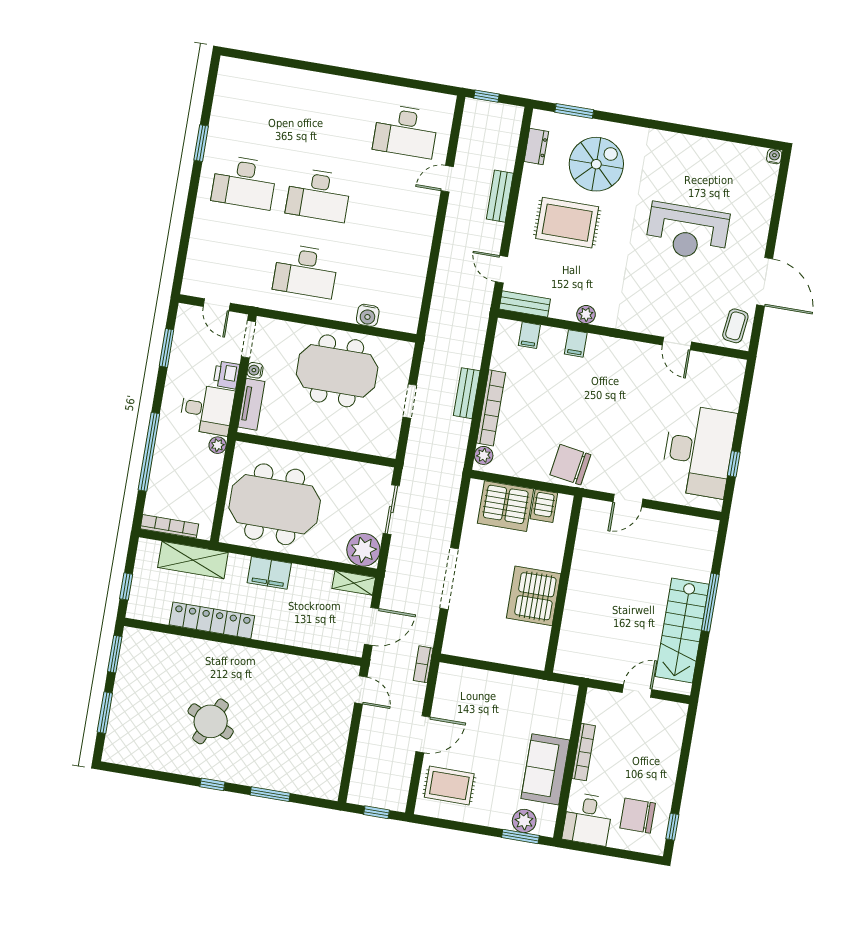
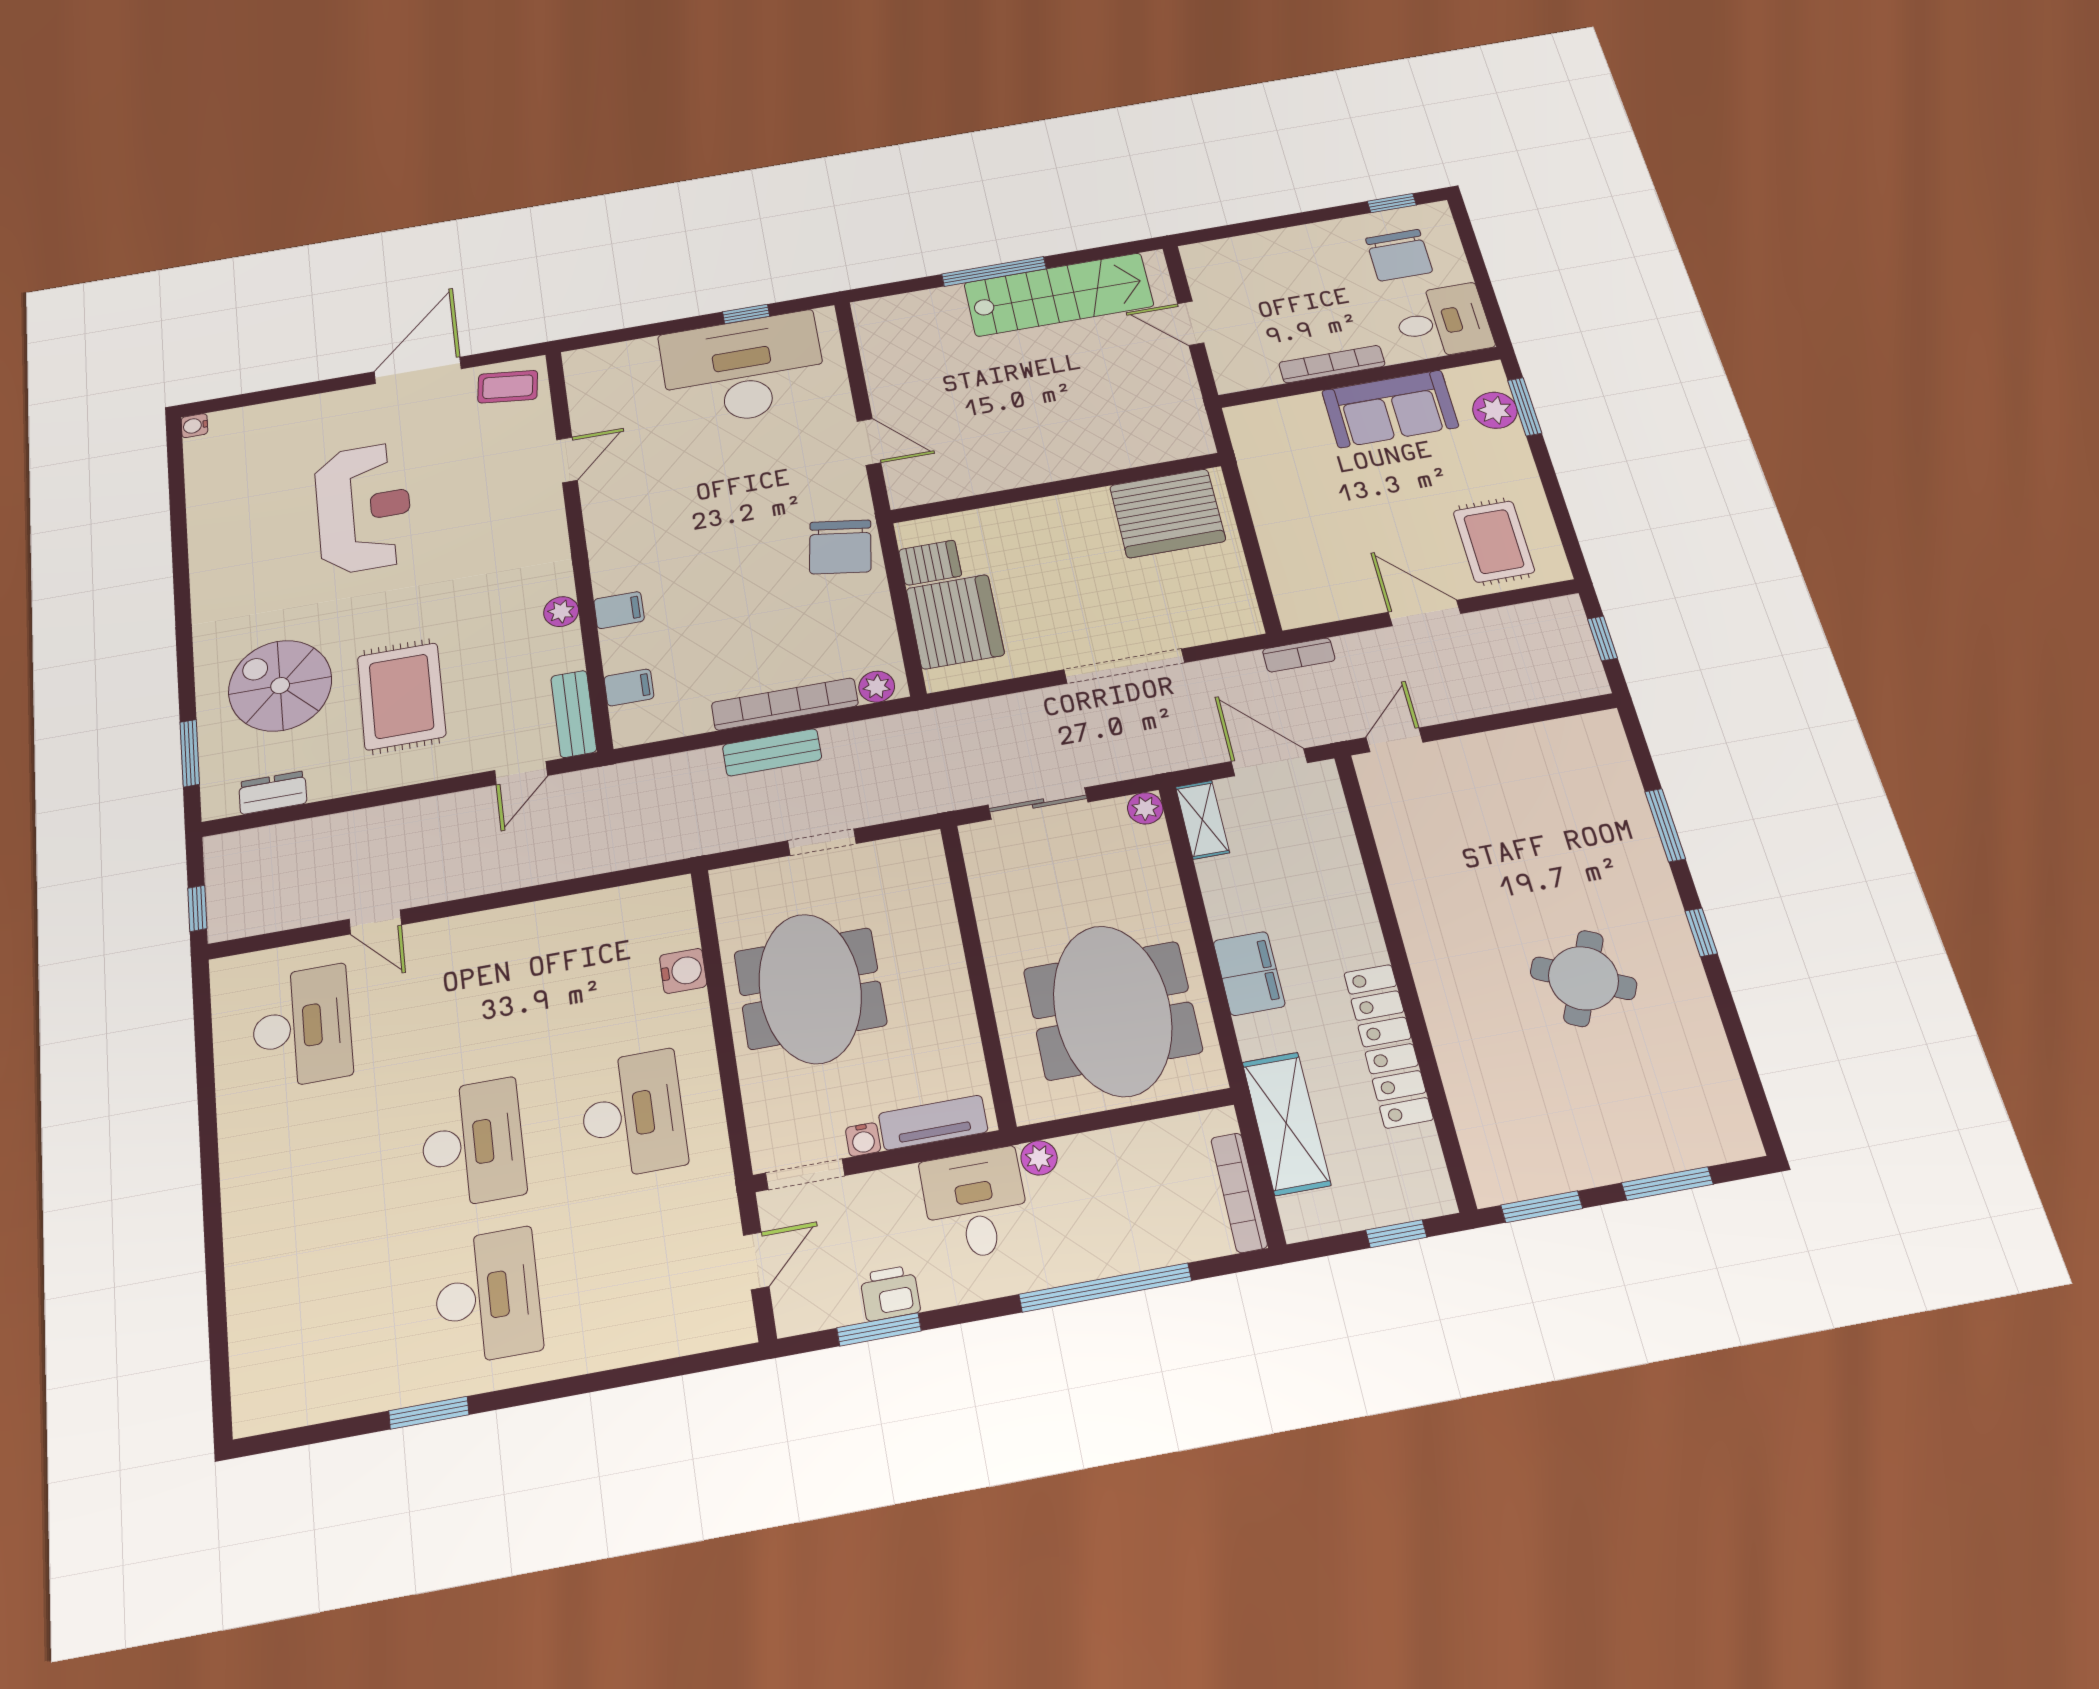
bench: (500, 196) -> (384, 822), removed
printer: (226, 375) -> (890, 1293), moved, turned 180
plant: (363, 550) -> (1145, 808), width x0.53, depth x0.53
server rack: (534, 596) -> (1167, 513), moved

